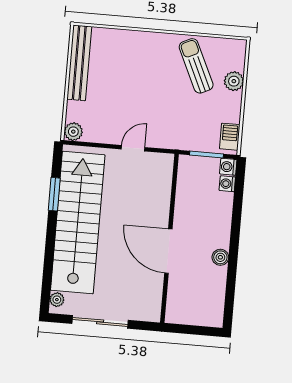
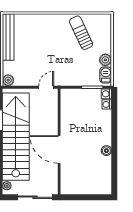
plant: (234, 81) -> (105, 60), moved
wall: (169, 238) -> (59, 142), moved
door: (168, 251) -> (59, 149), moved

